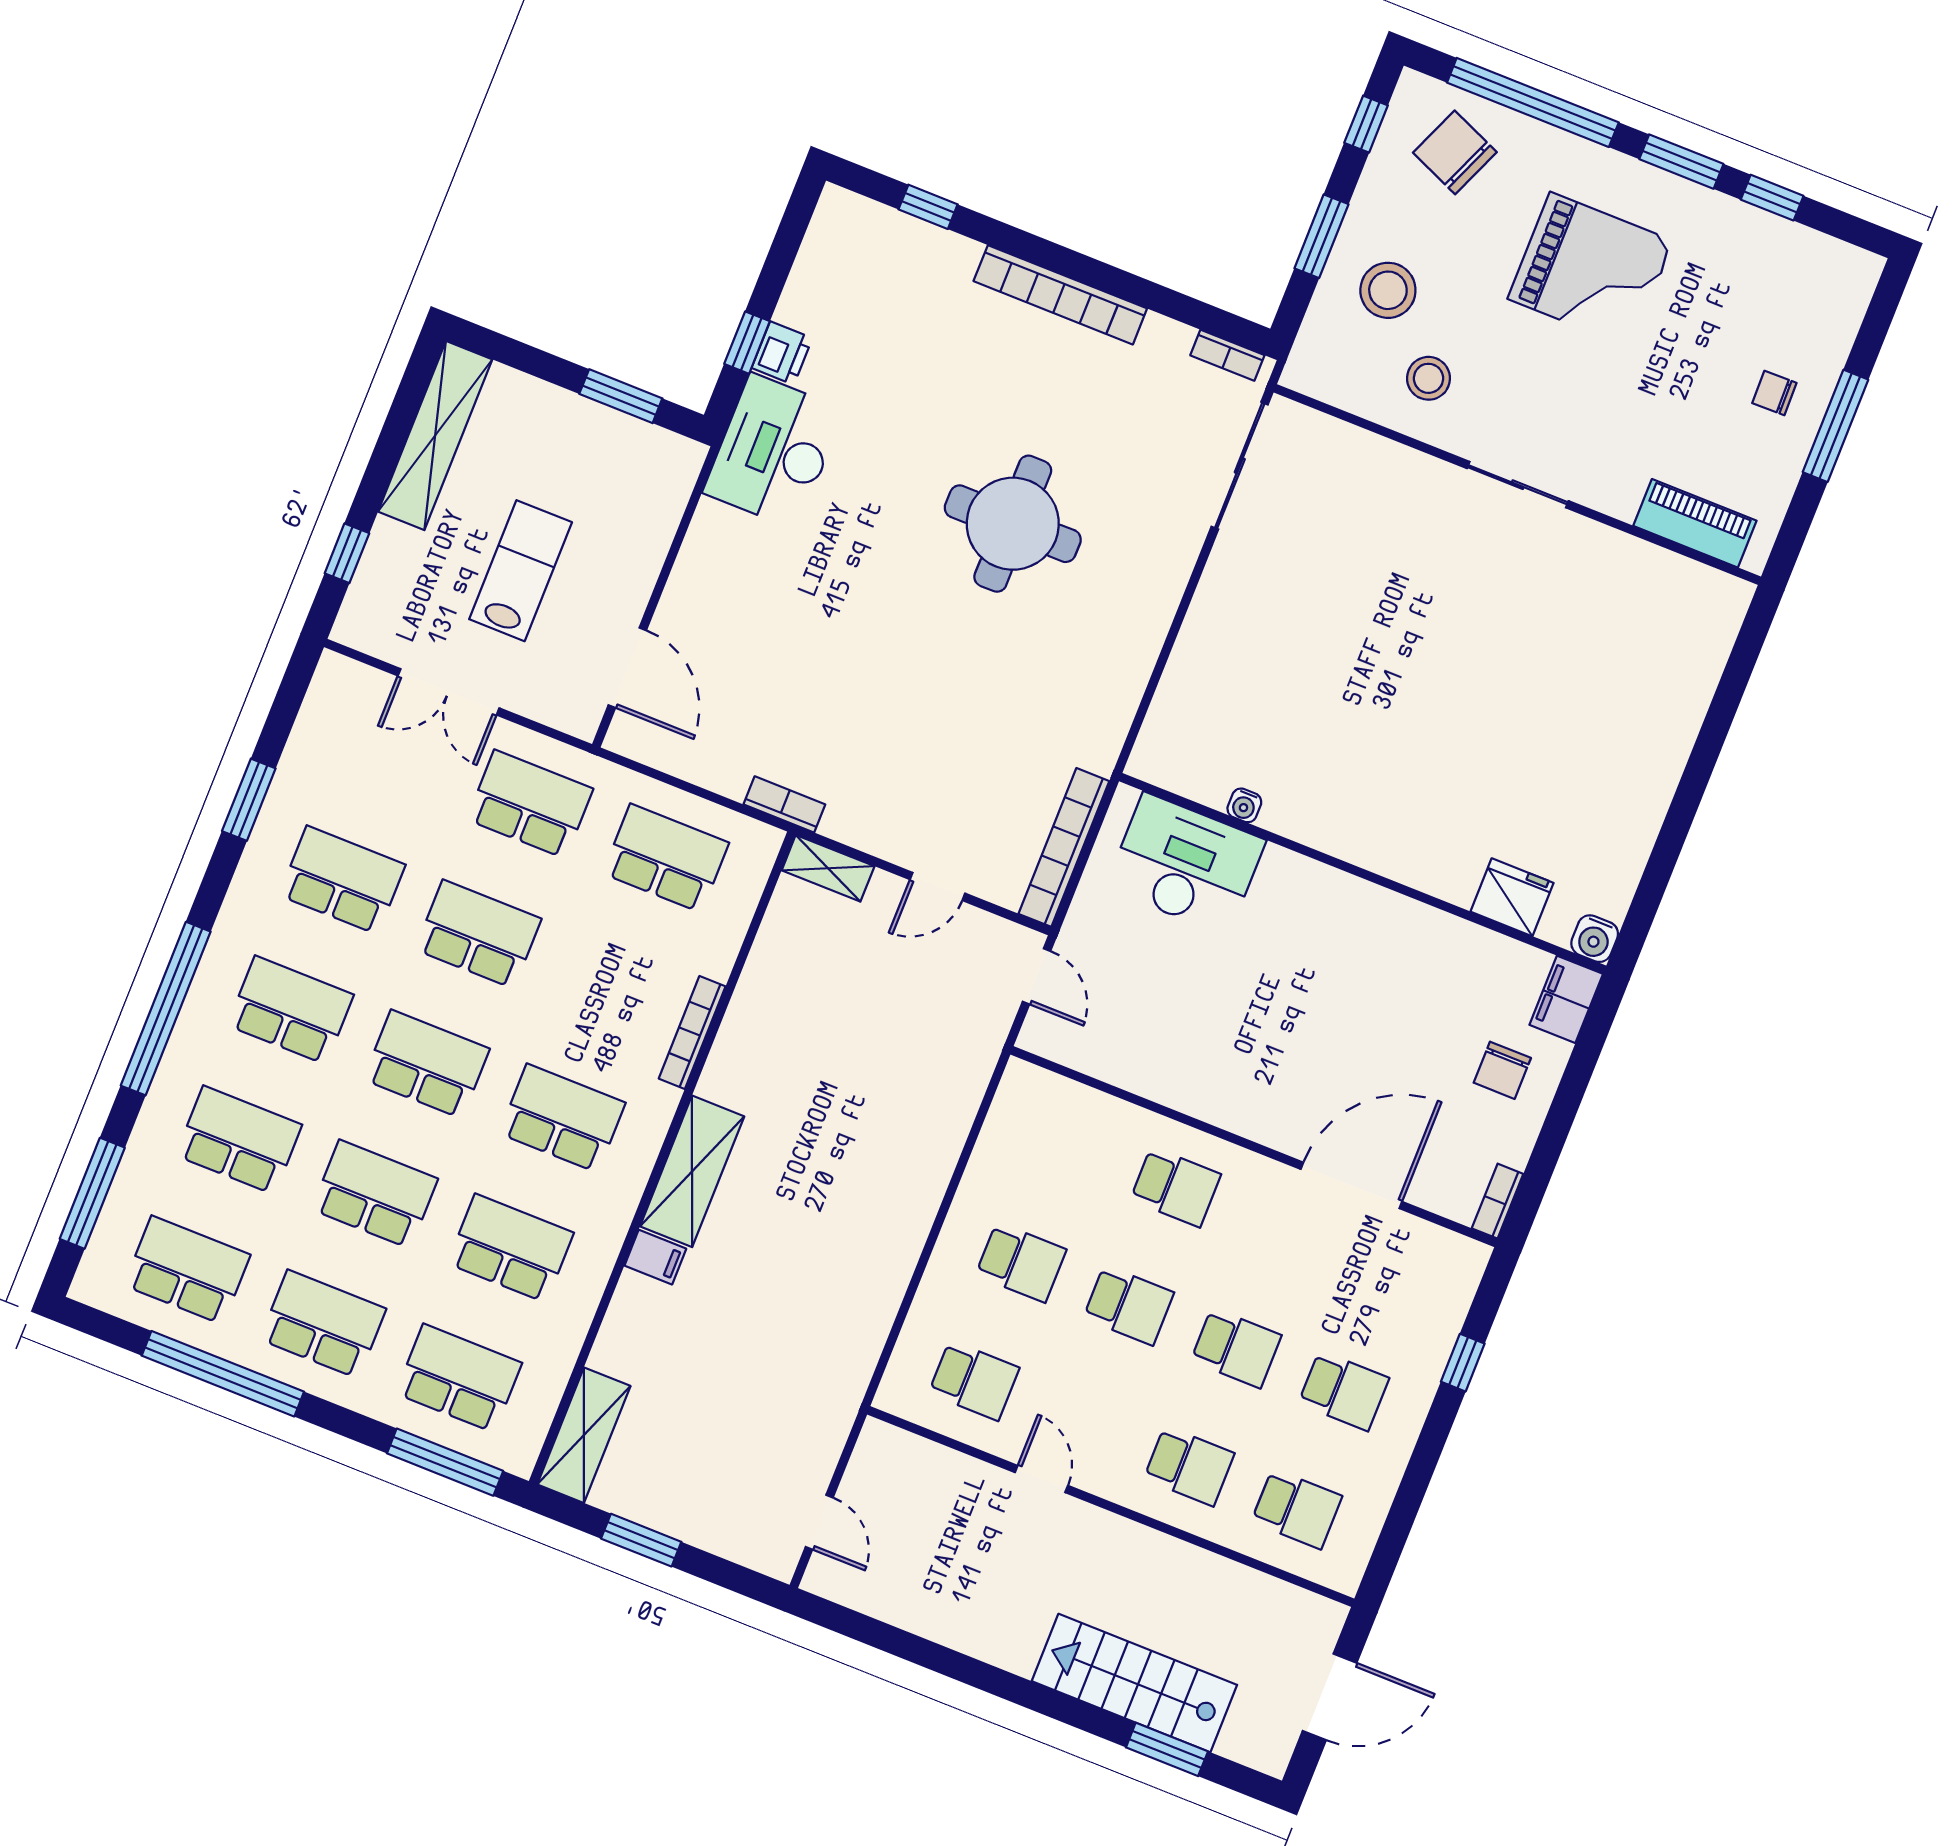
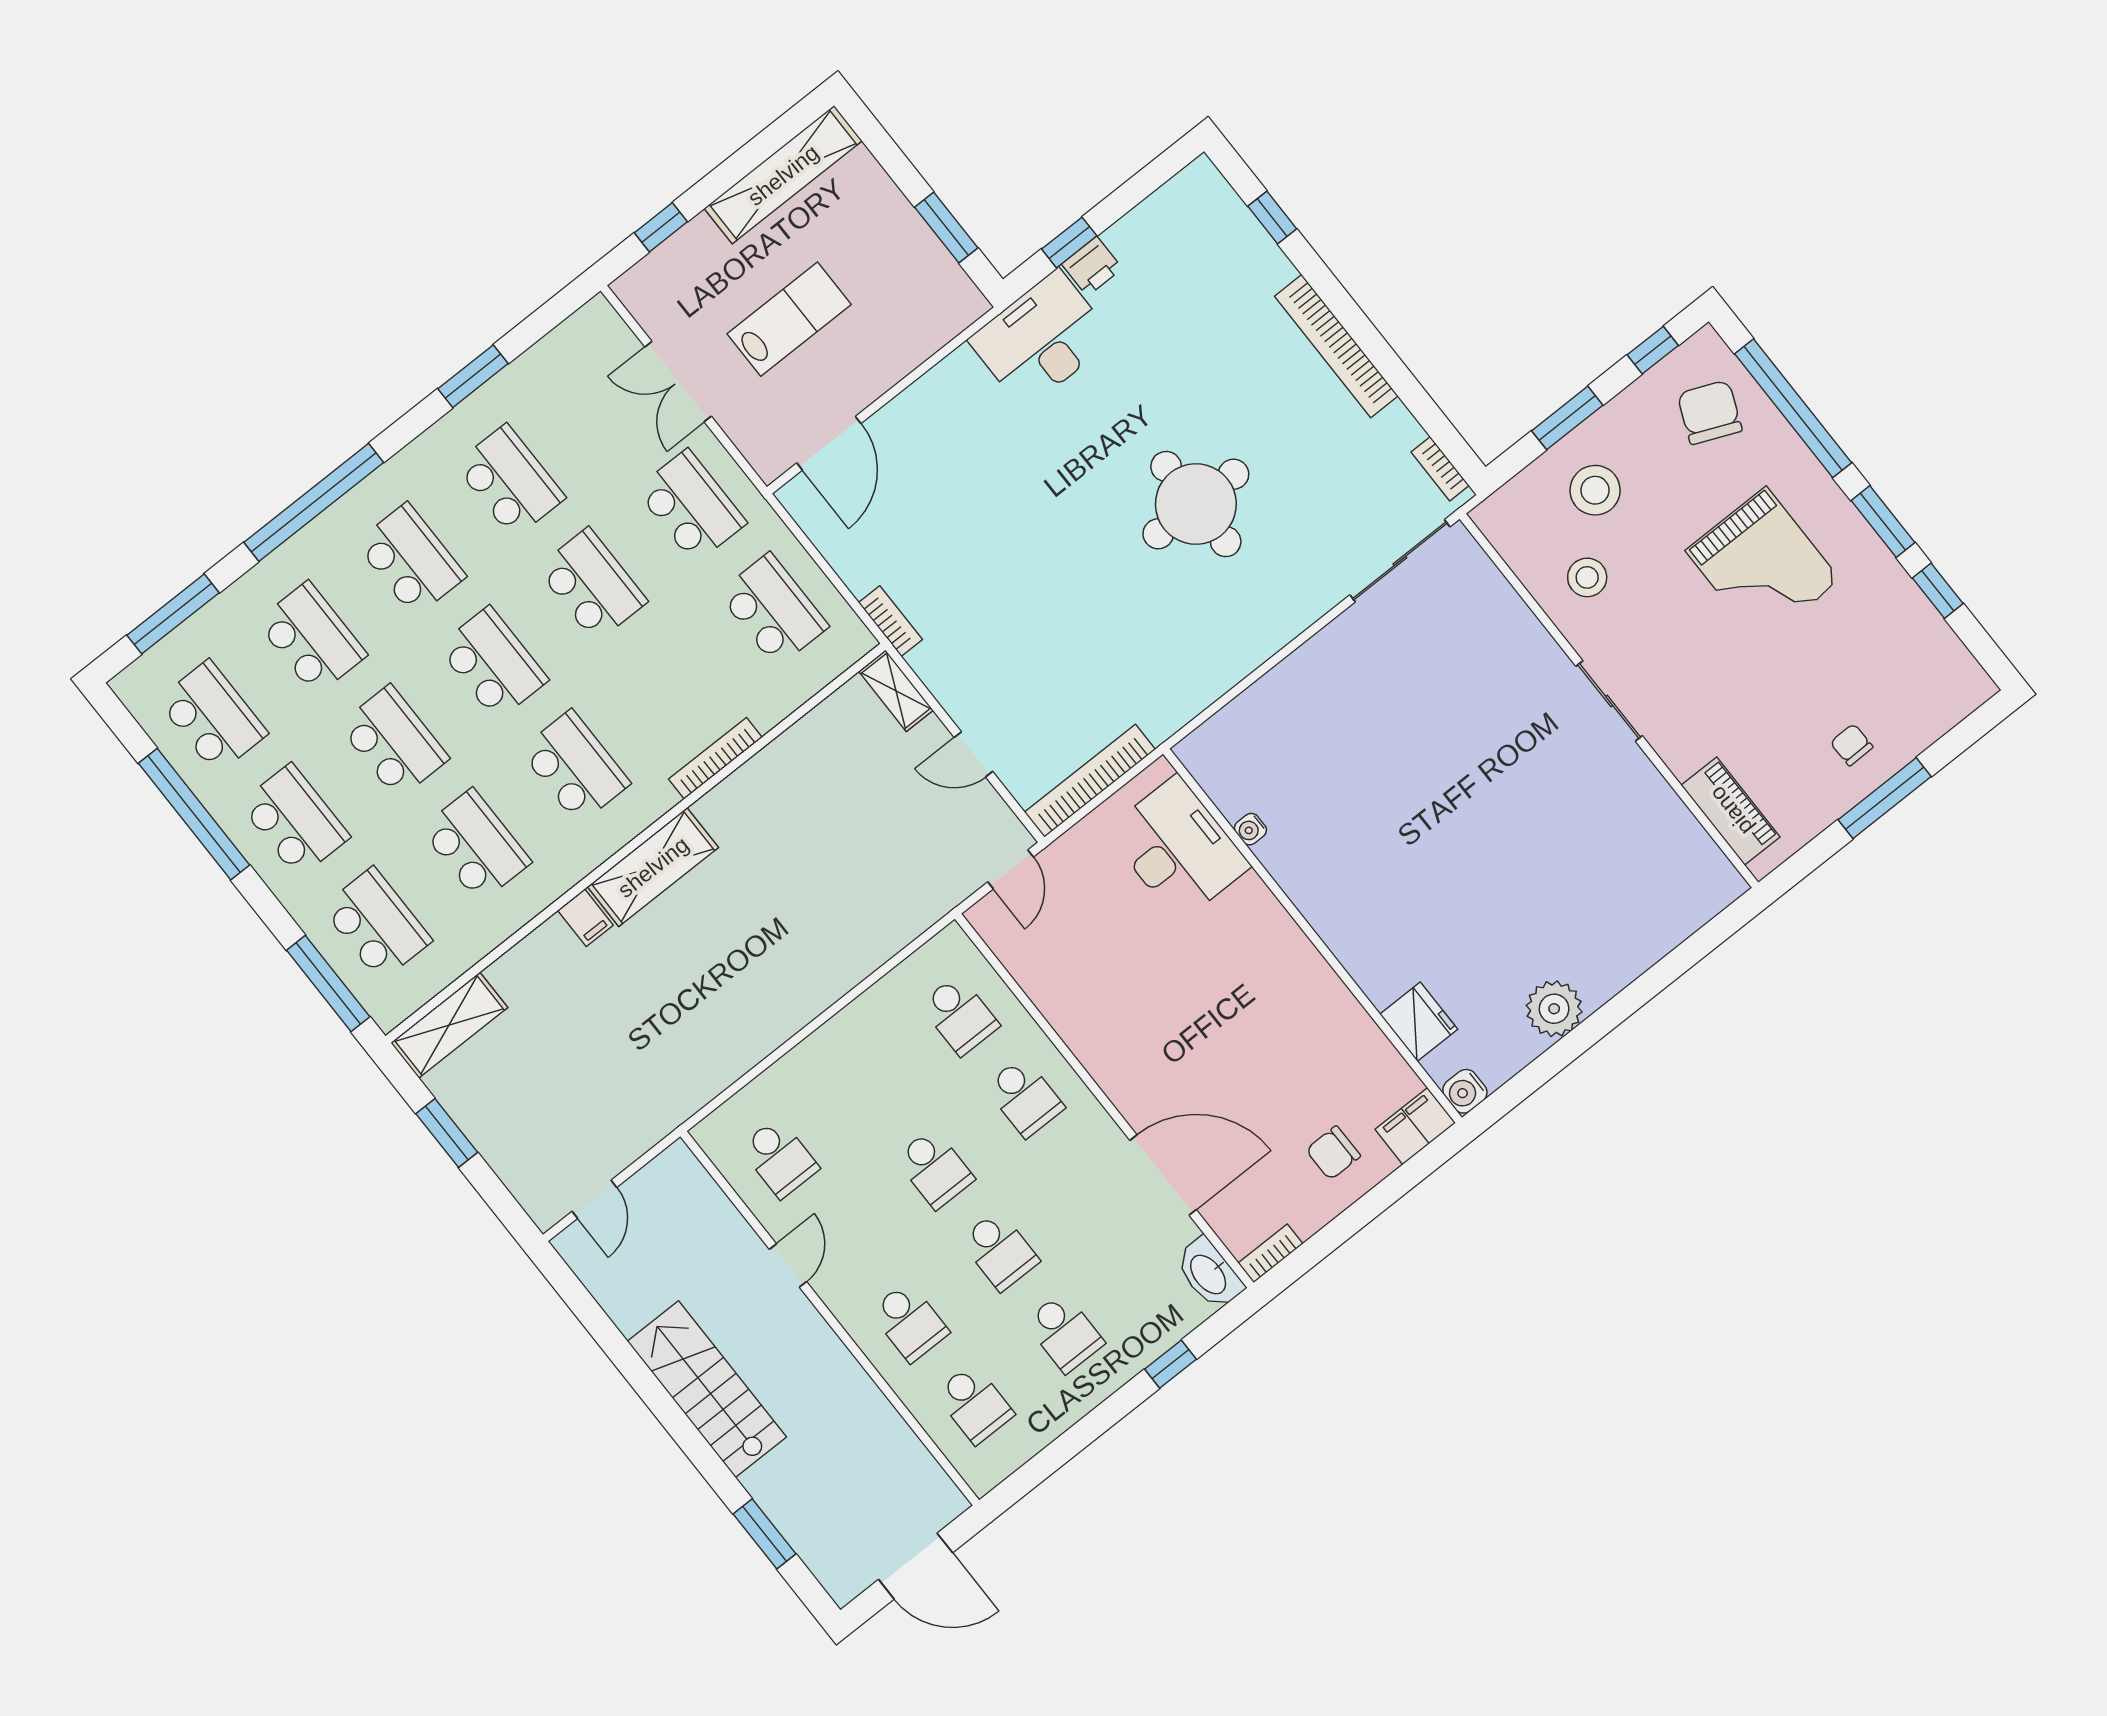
plant: (1635, 810) -> (1554, 1009), added
washbasin: (1450, 1255) -> (1209, 1274), added
school desk: (1021, 1262) -> (960, 1015), moved
stairs: (1134, 1683) -> (707, 1389), moved

